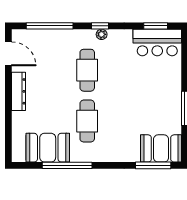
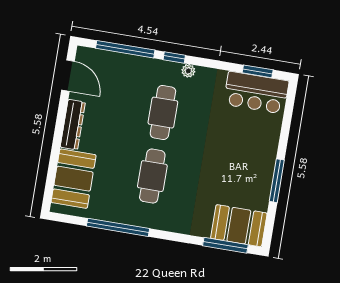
window: (100, 26) -> (174, 57), moved
booth: (48, 148) -> (74, 179), moved, turned 90

